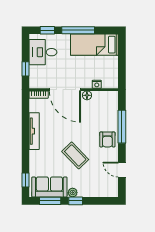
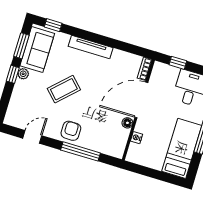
tv unit: (34, 131) -> (91, 47), moved
armchair: (107, 139) -> (71, 131), turned 90

